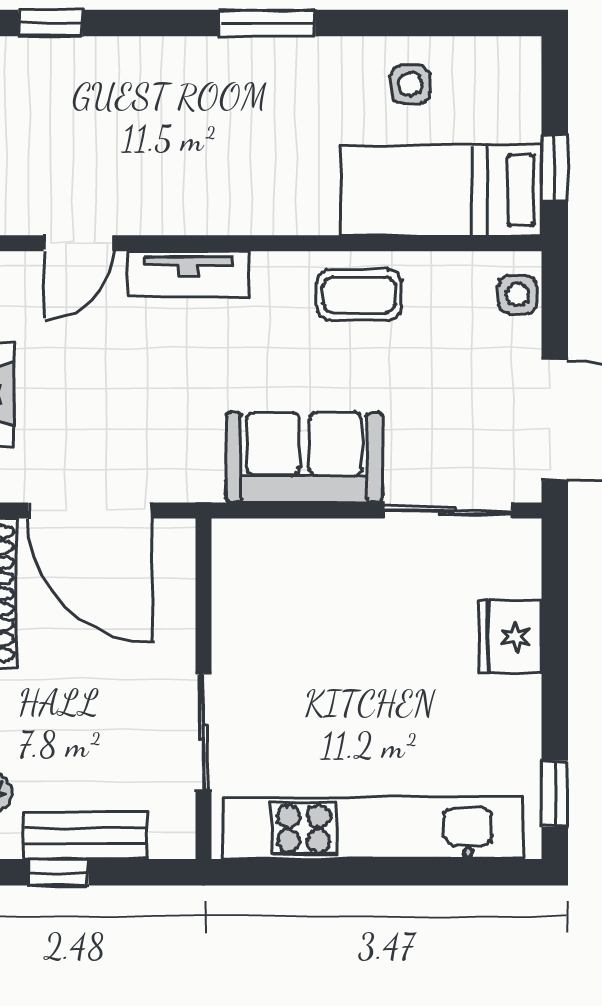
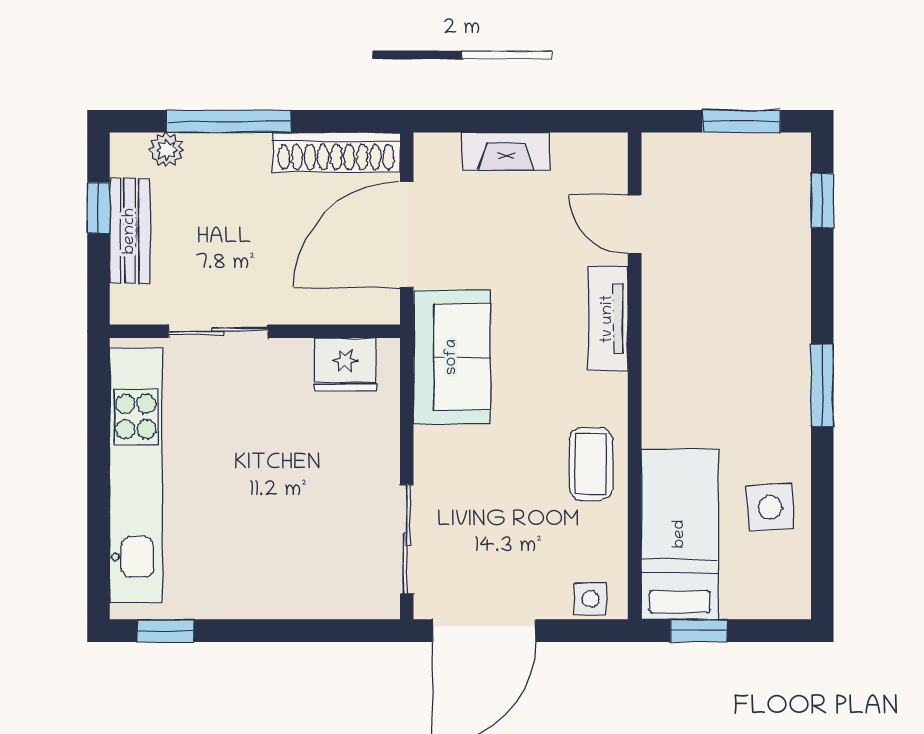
side table: (410, 84) -> (770, 507), width x1.37, depth x1.37
sofa: (304, 457) -> (452, 357), moved
fridge: (510, 637) -> (345, 365), moved, turned 180

